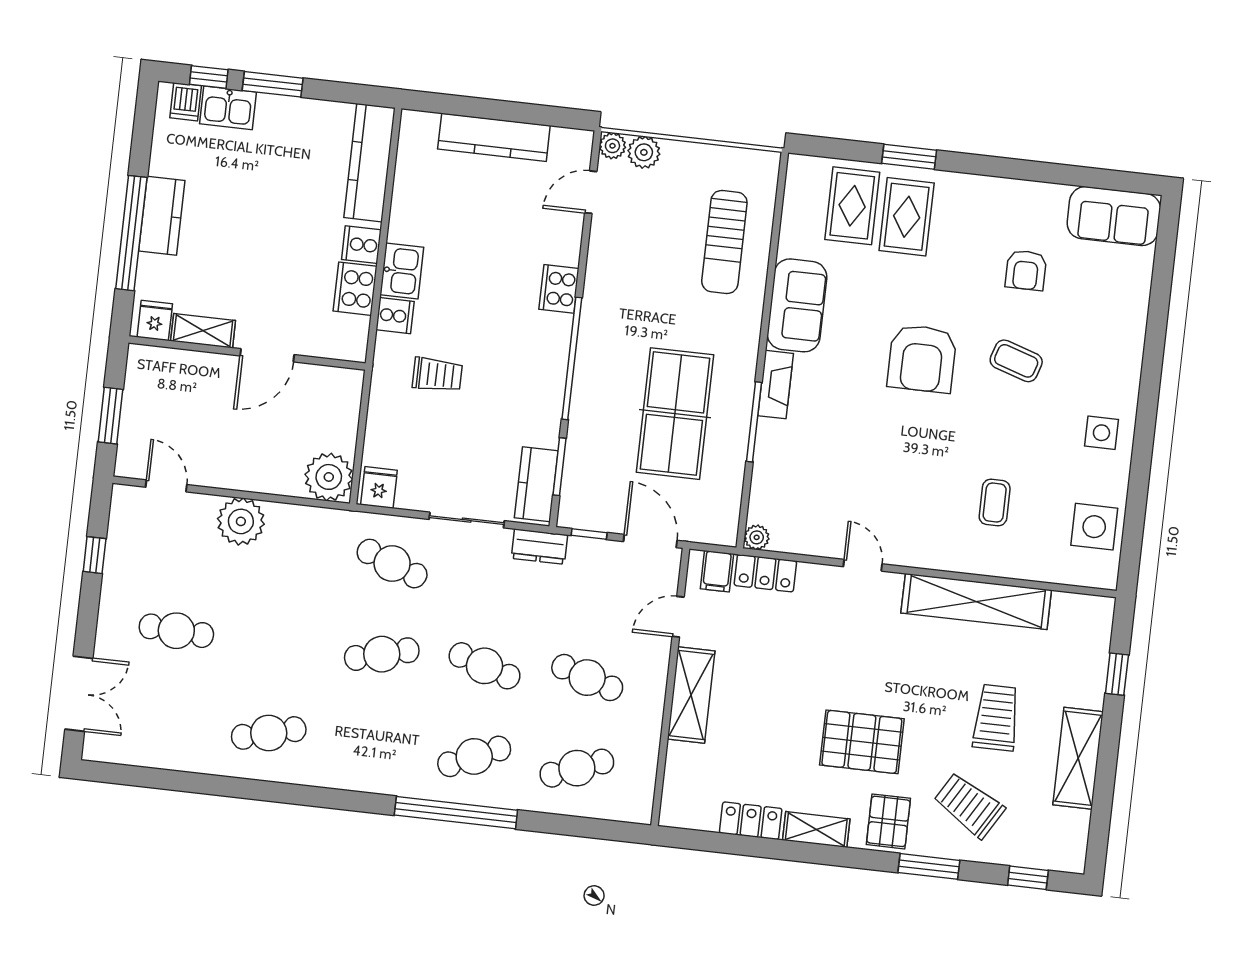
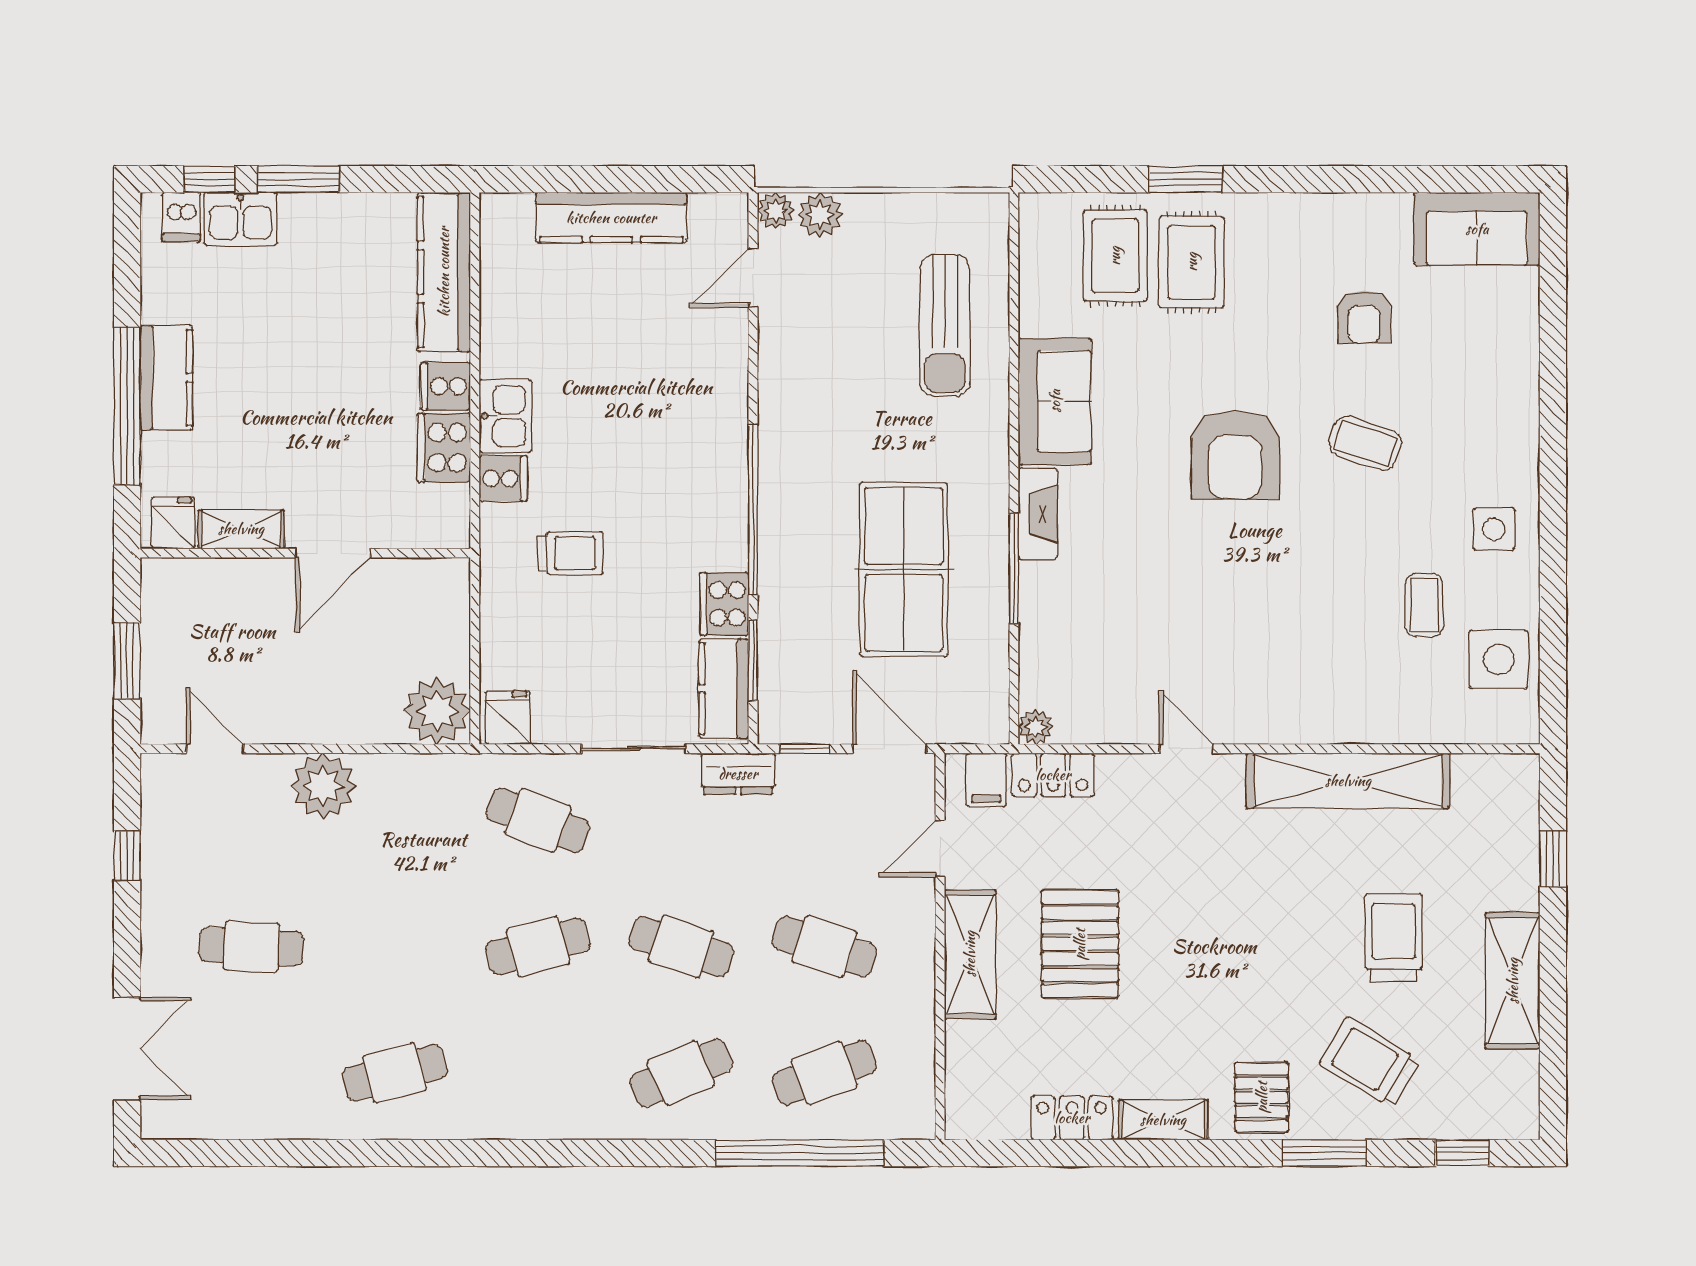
cooker: (559, 289) -> (724, 604), moved
coffee table: (995, 503) -> (1424, 605), moved
pallet: (862, 742) -> (1080, 944), moved, turned 90
window: (456, 813) -> (800, 1153), moved

